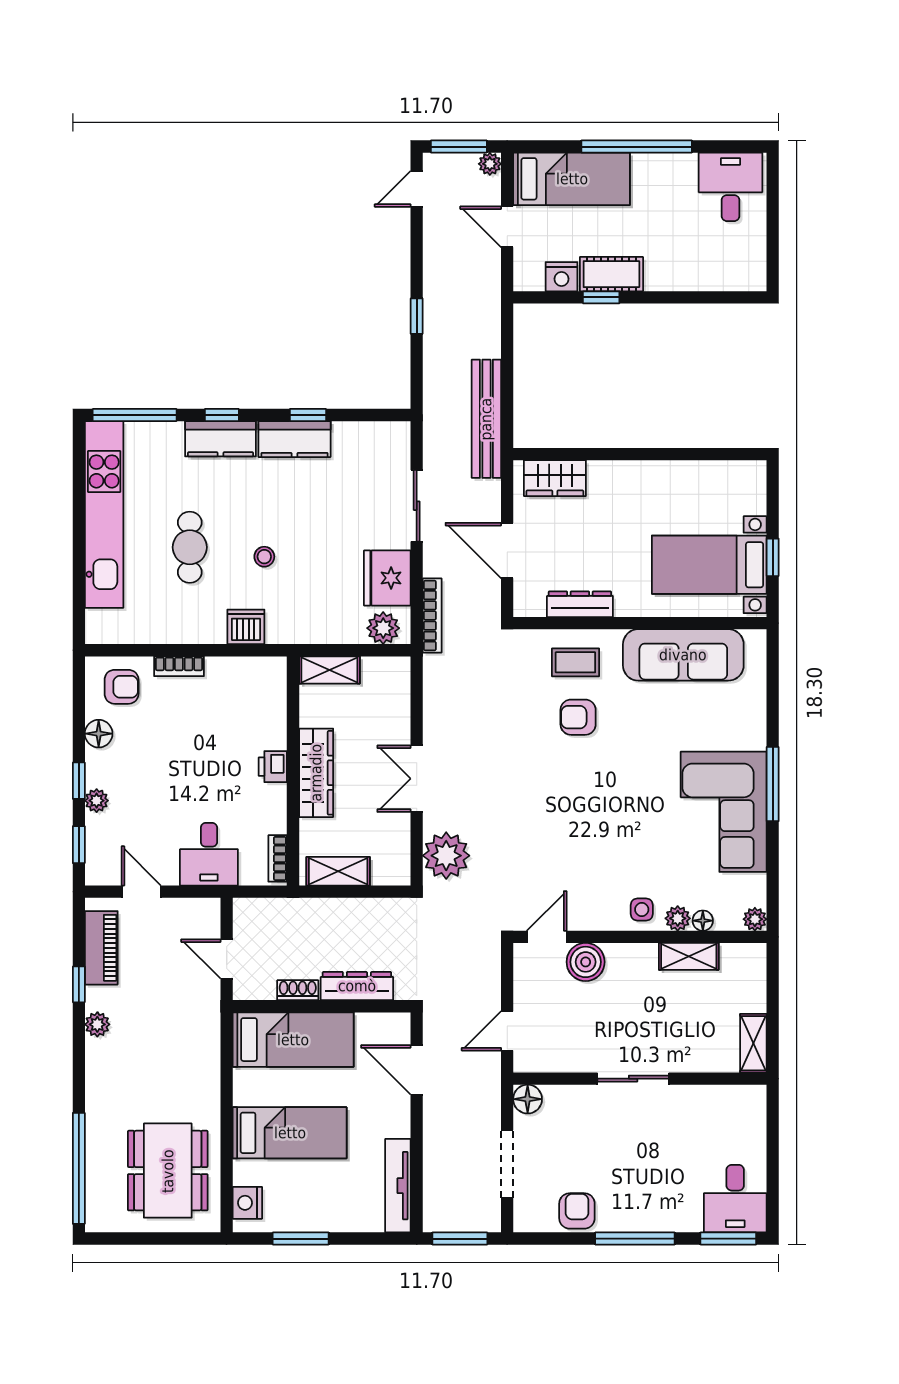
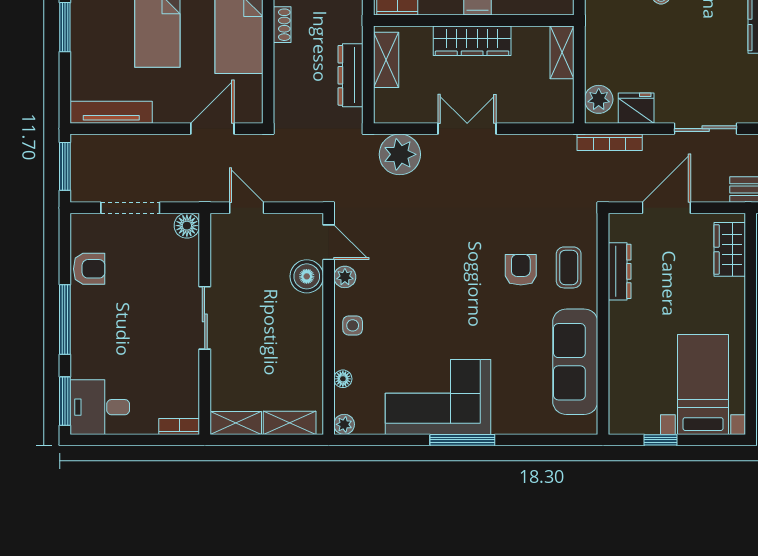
bed with nightstands: (709, 565) -> (703, 384), moved
fridge: (387, 578) -> (636, 108), width x0.73, depth x0.75
plant: (678, 918) -> (345, 277), moved
shelving: (689, 956) -> (290, 423), moved, turned 90
dresser: (357, 986) -> (351, 75), moved, turned 180
bookcase: (757, 1108) -> (179, 426), added

